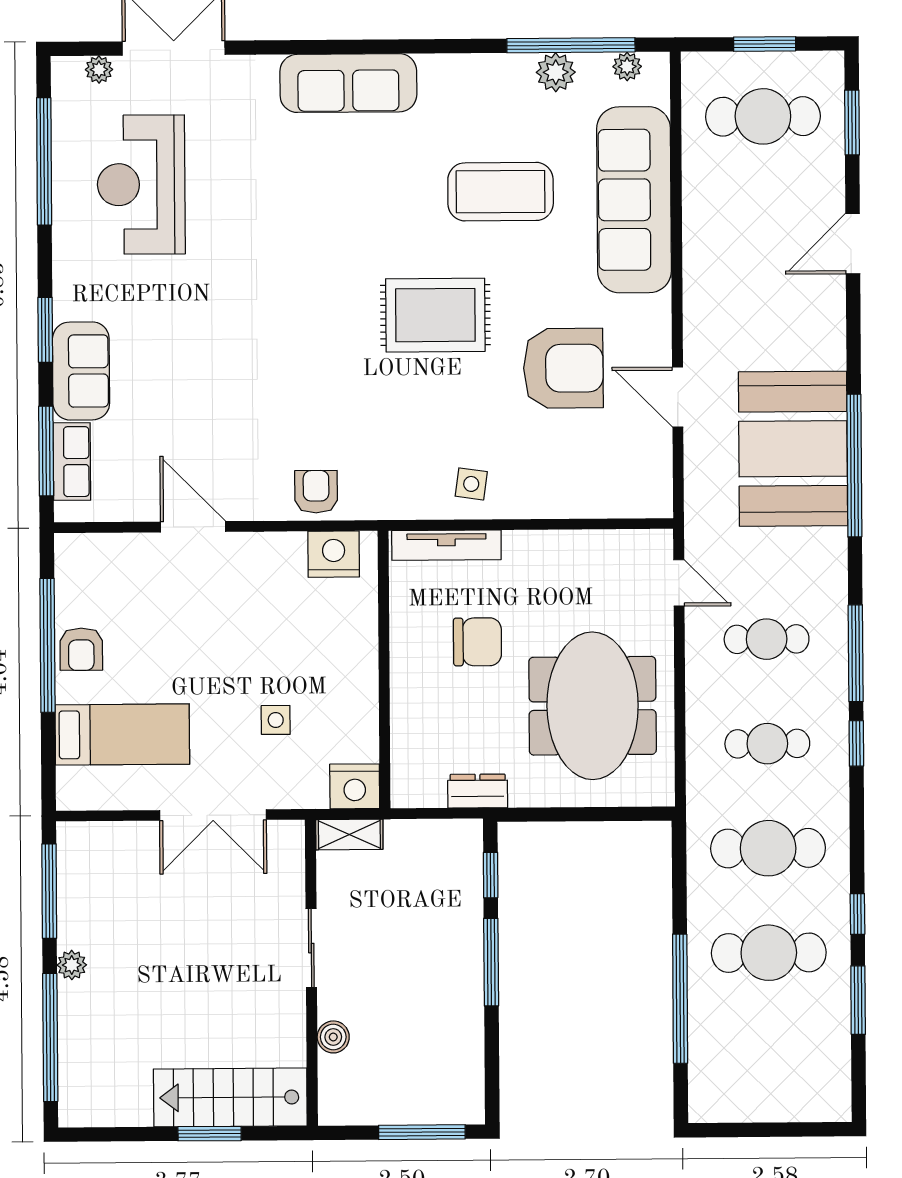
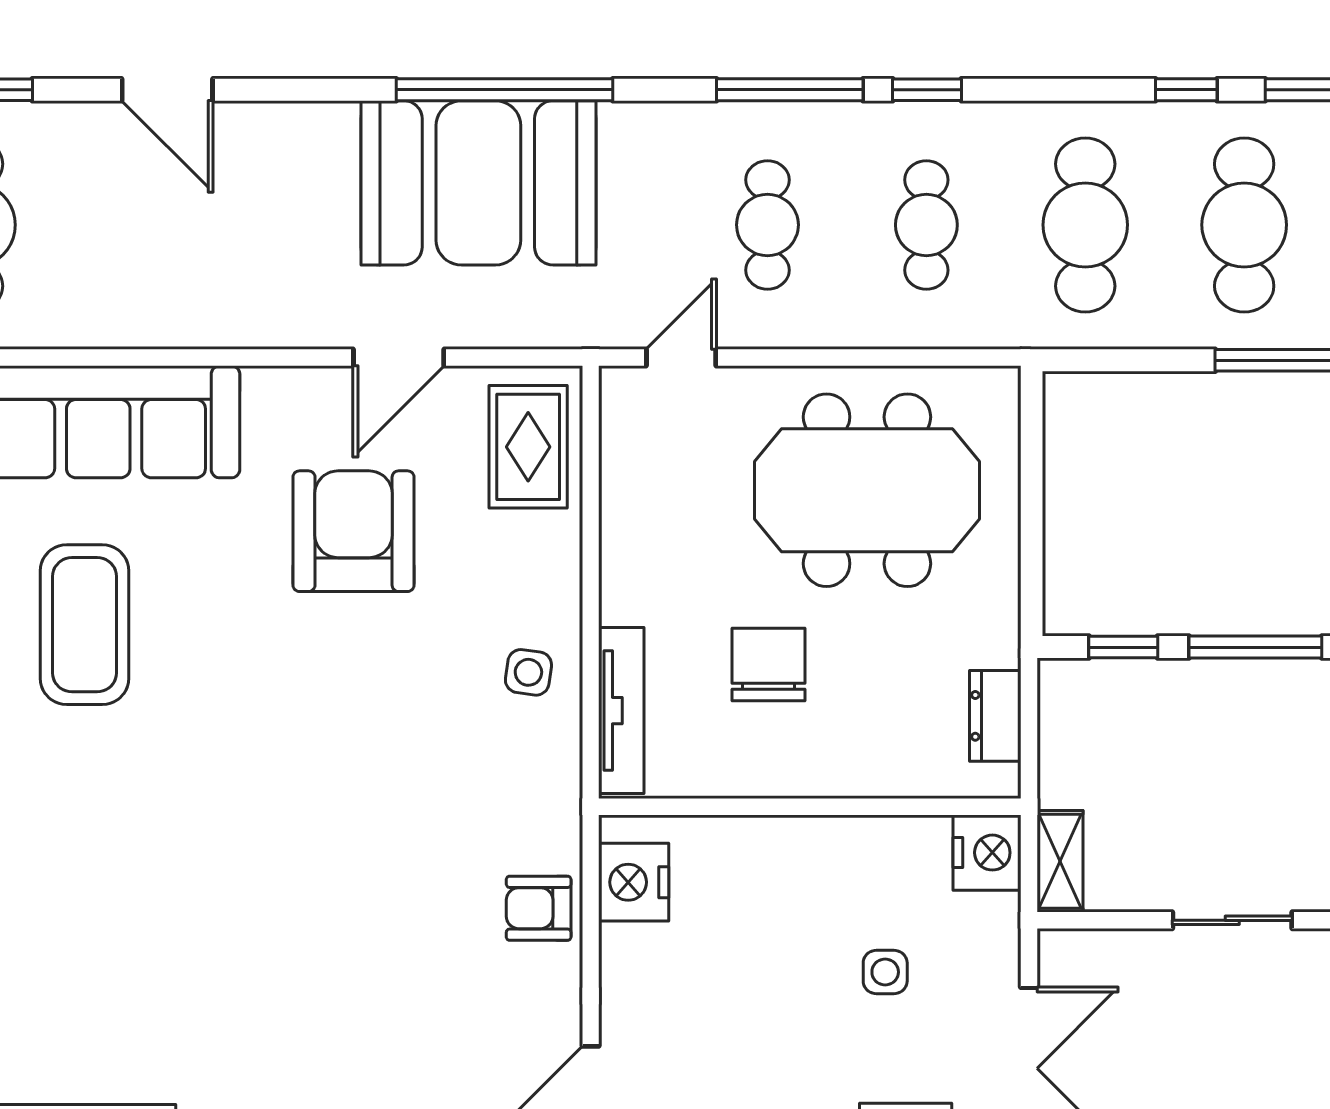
rug: (435, 315) -> (528, 447), moved, width x0.73, depth x0.70
dresser: (478, 791) -> (995, 716), moved

